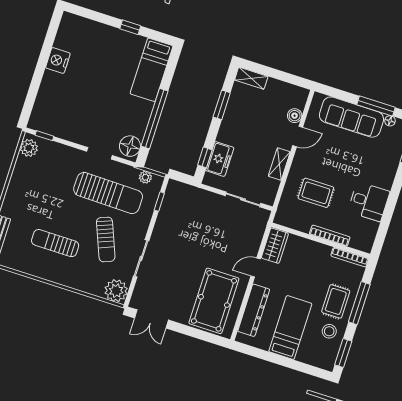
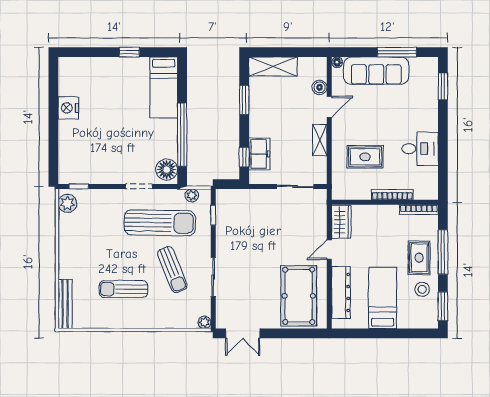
shelving: (251, 78) -> (273, 66), width x1.50, depth x1.33
floor lamp: (390, 121) -> (337, 62), moved
plant: (116, 291) -> (204, 322), width x0.53, depth x0.53

